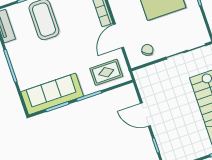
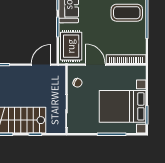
rug: (106, 72) -> (71, 46), width x1.36, depth x1.43
door: (145, 115) -> (41, 65), moved

